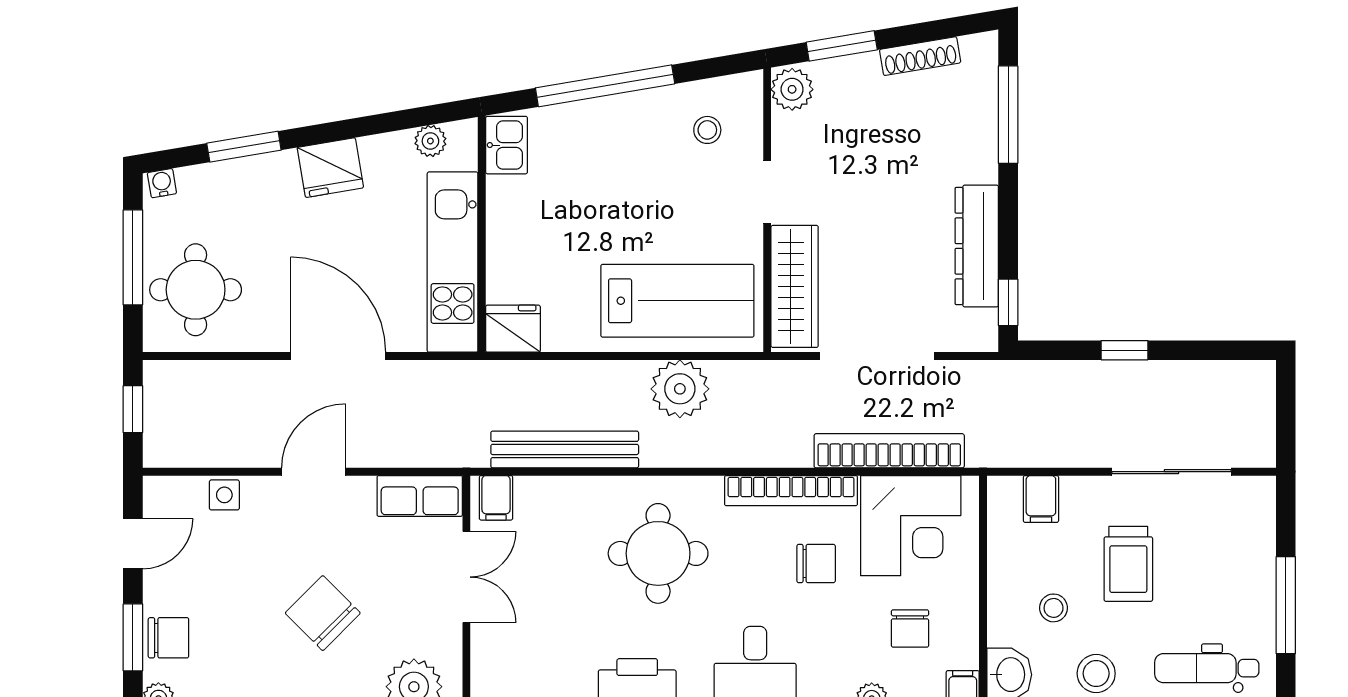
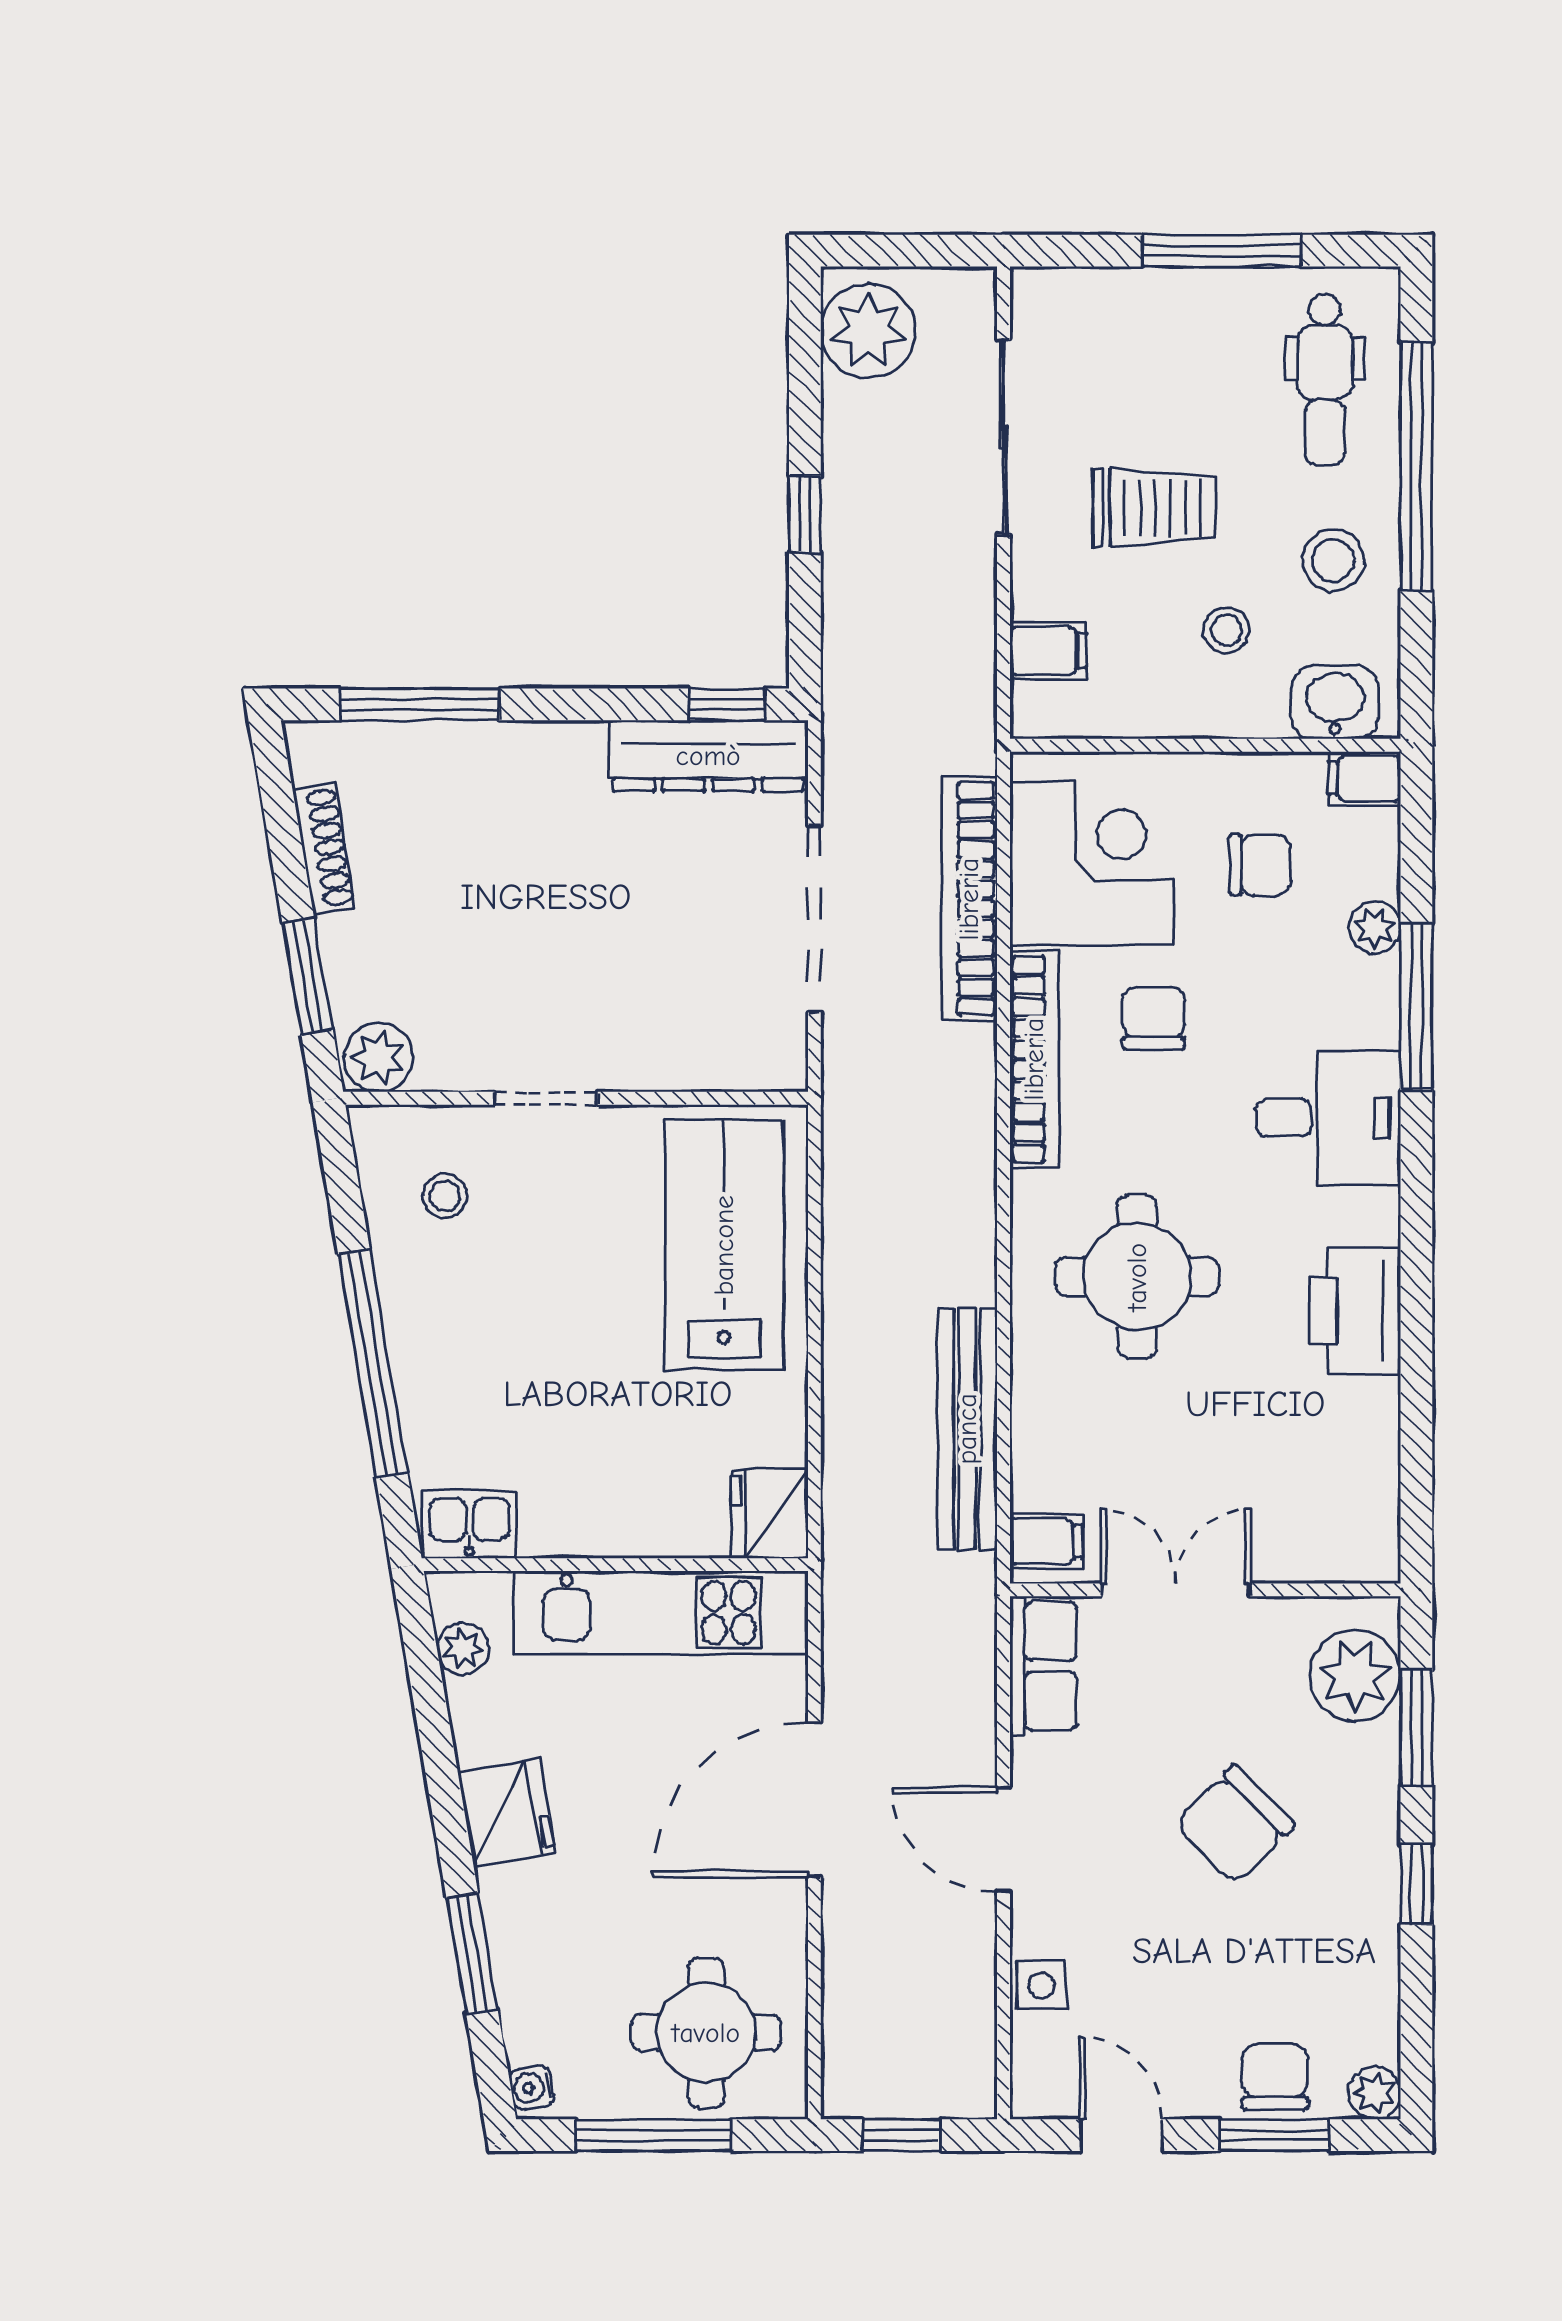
dresser: (977, 246) -> (708, 756), moved
wardrobe: (795, 286) -> (701, 1053), removed
plant: (680, 389) -> (868, 331), moved

